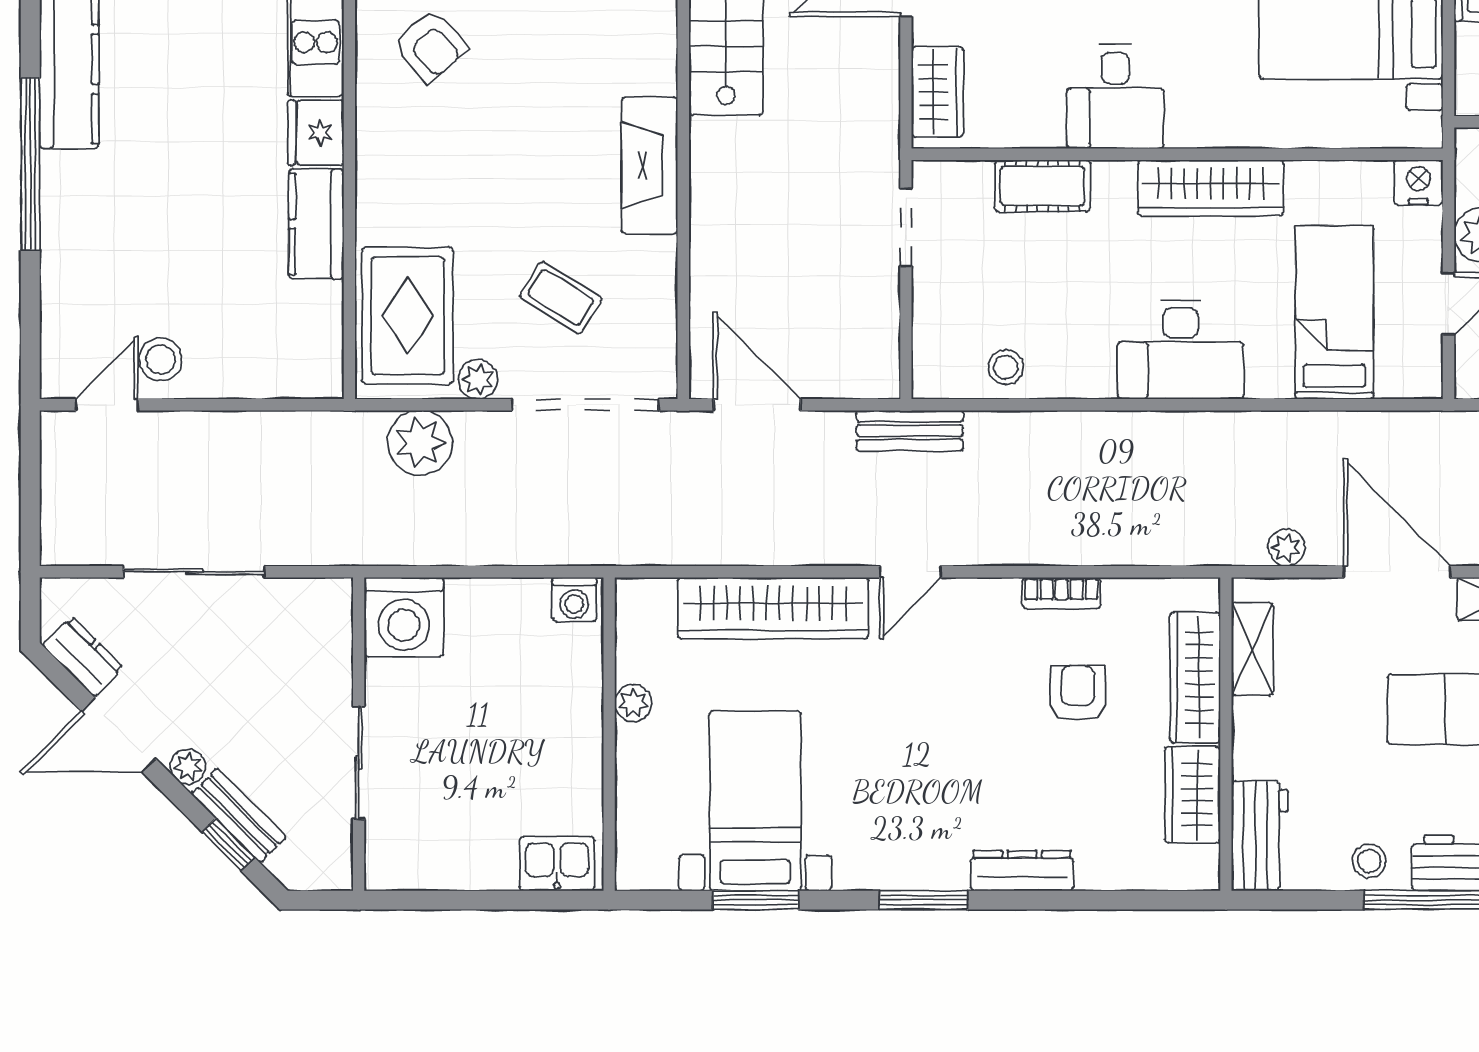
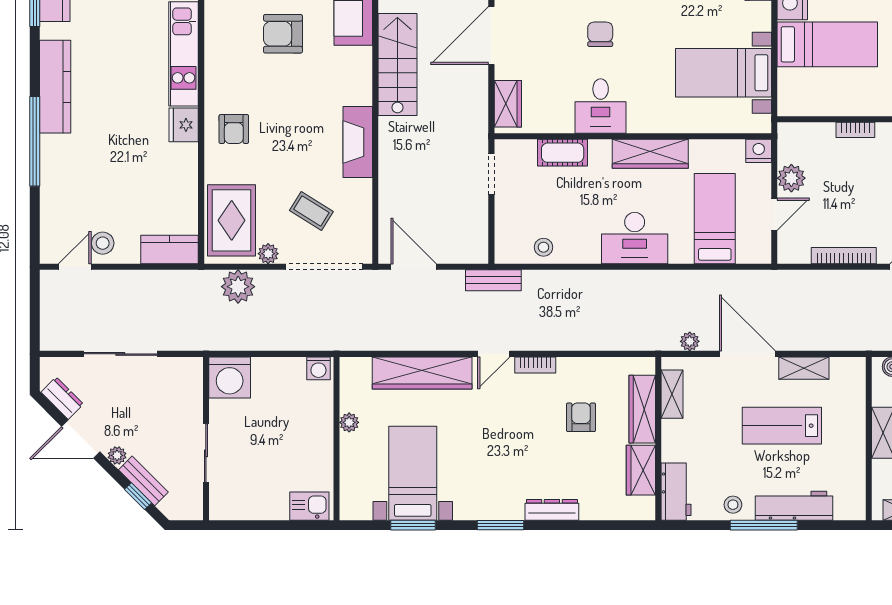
armchair: (430, 46) -> (234, 129), moved, turned 41
kitchen counter: (316, 224) -> (170, 250), moved, turned 90
bookcase: (1061, 593) -> (535, 365), moved

